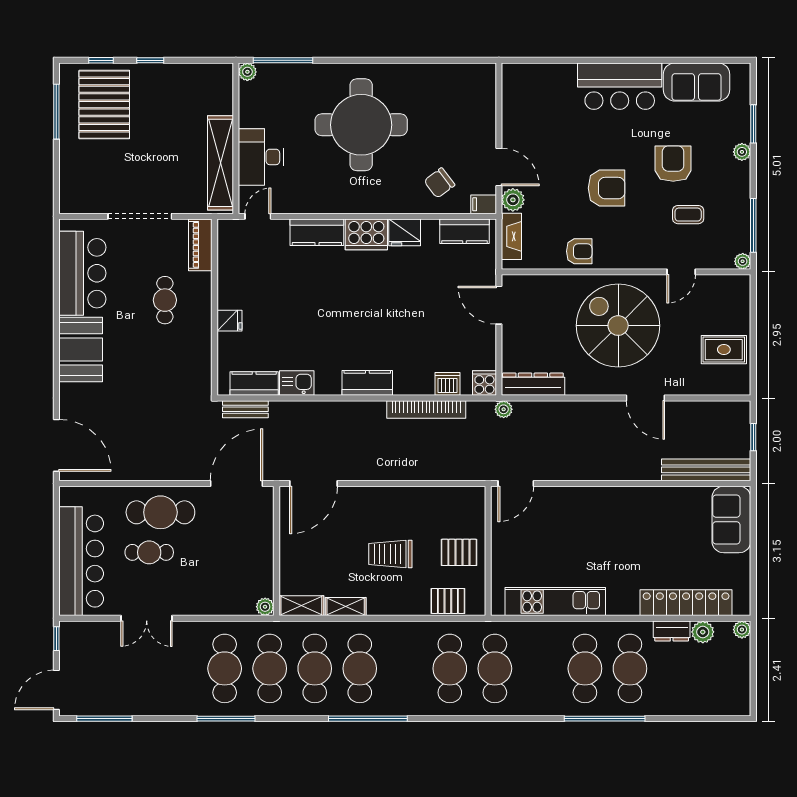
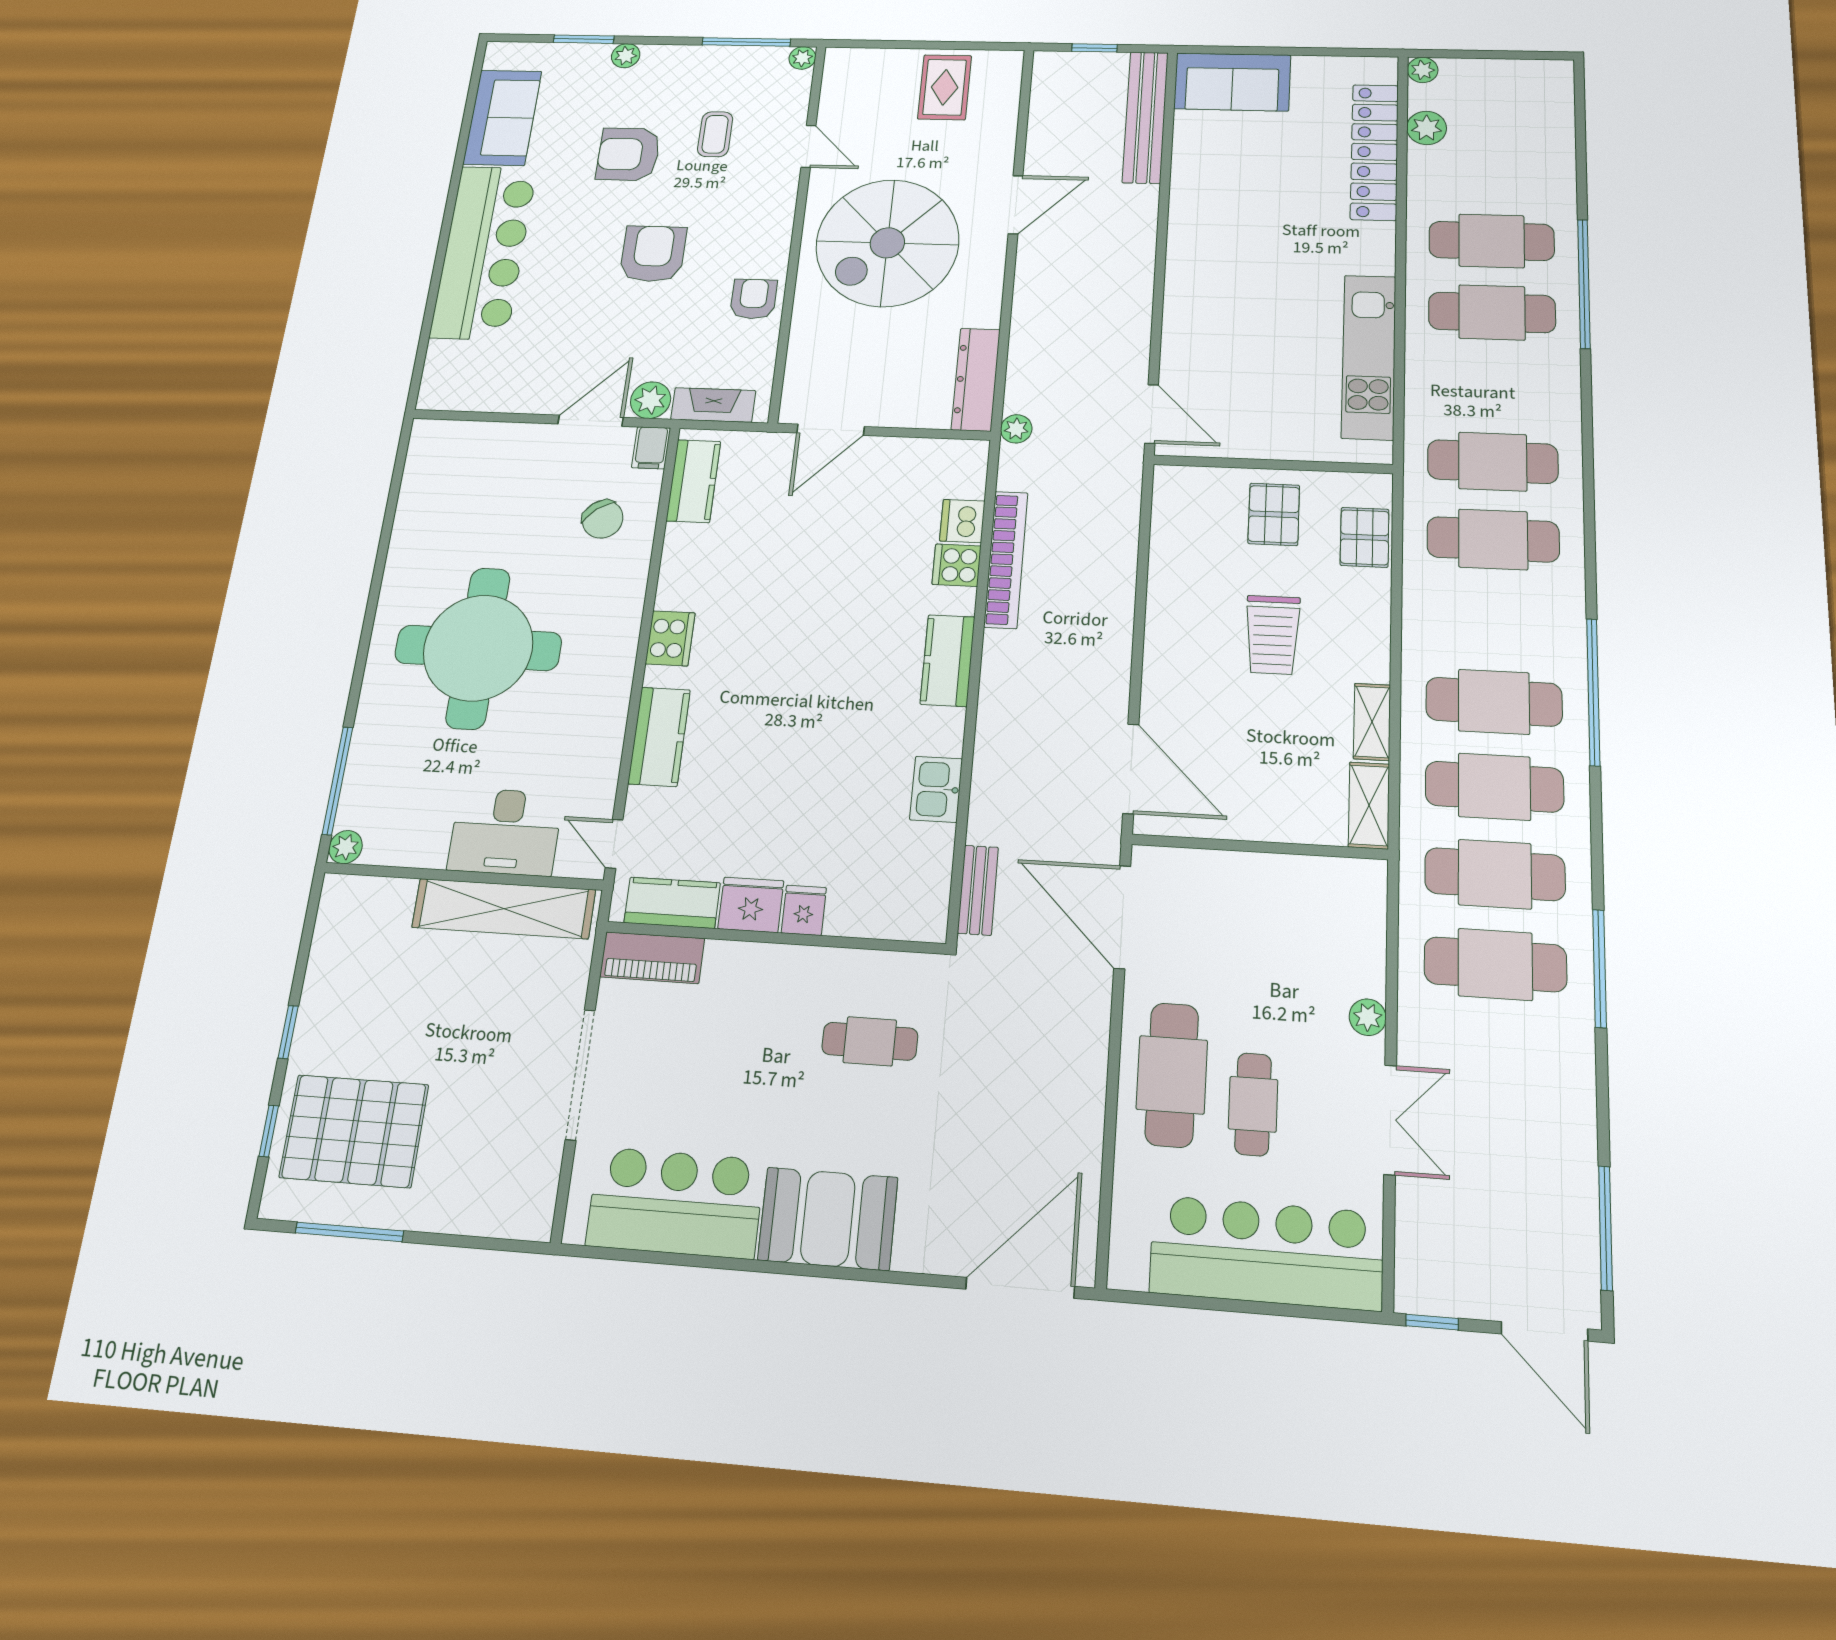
bar counter: (620, 86) -> (484, 252), width x1.36
fridge: (405, 232) -> (751, 905), moved, turned -90
cooker: (366, 234) -> (670, 638), width x0.73, depth x0.76
cafe table: (165, 300) -> (870, 1041), moved
cooker: (484, 383) -> (957, 565), moved
kitchen counter: (254, 384) -> (672, 903), moved, turned 90
plant: (265, 607) -> (1368, 1017), moved
dresser: (672, 631) -> (1424, 175), removed

